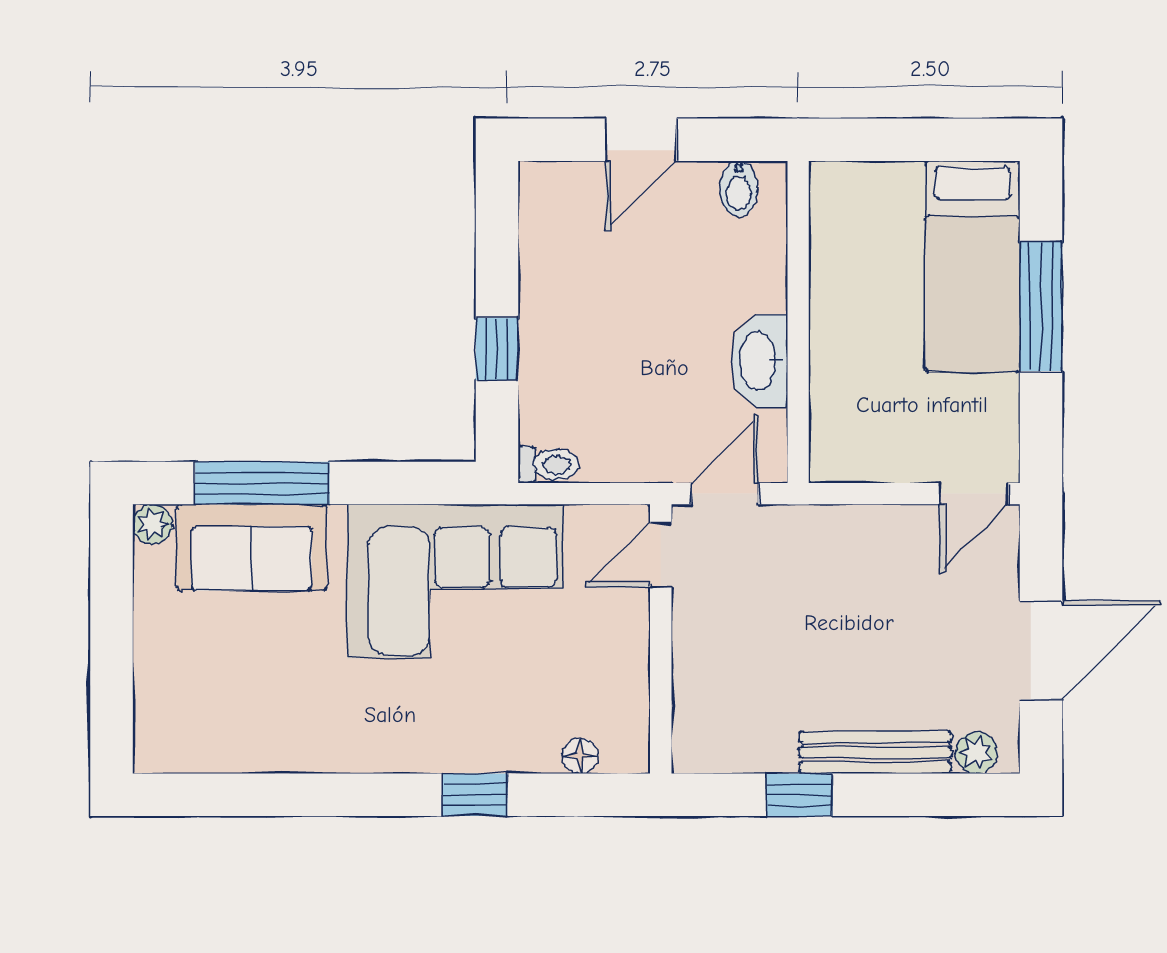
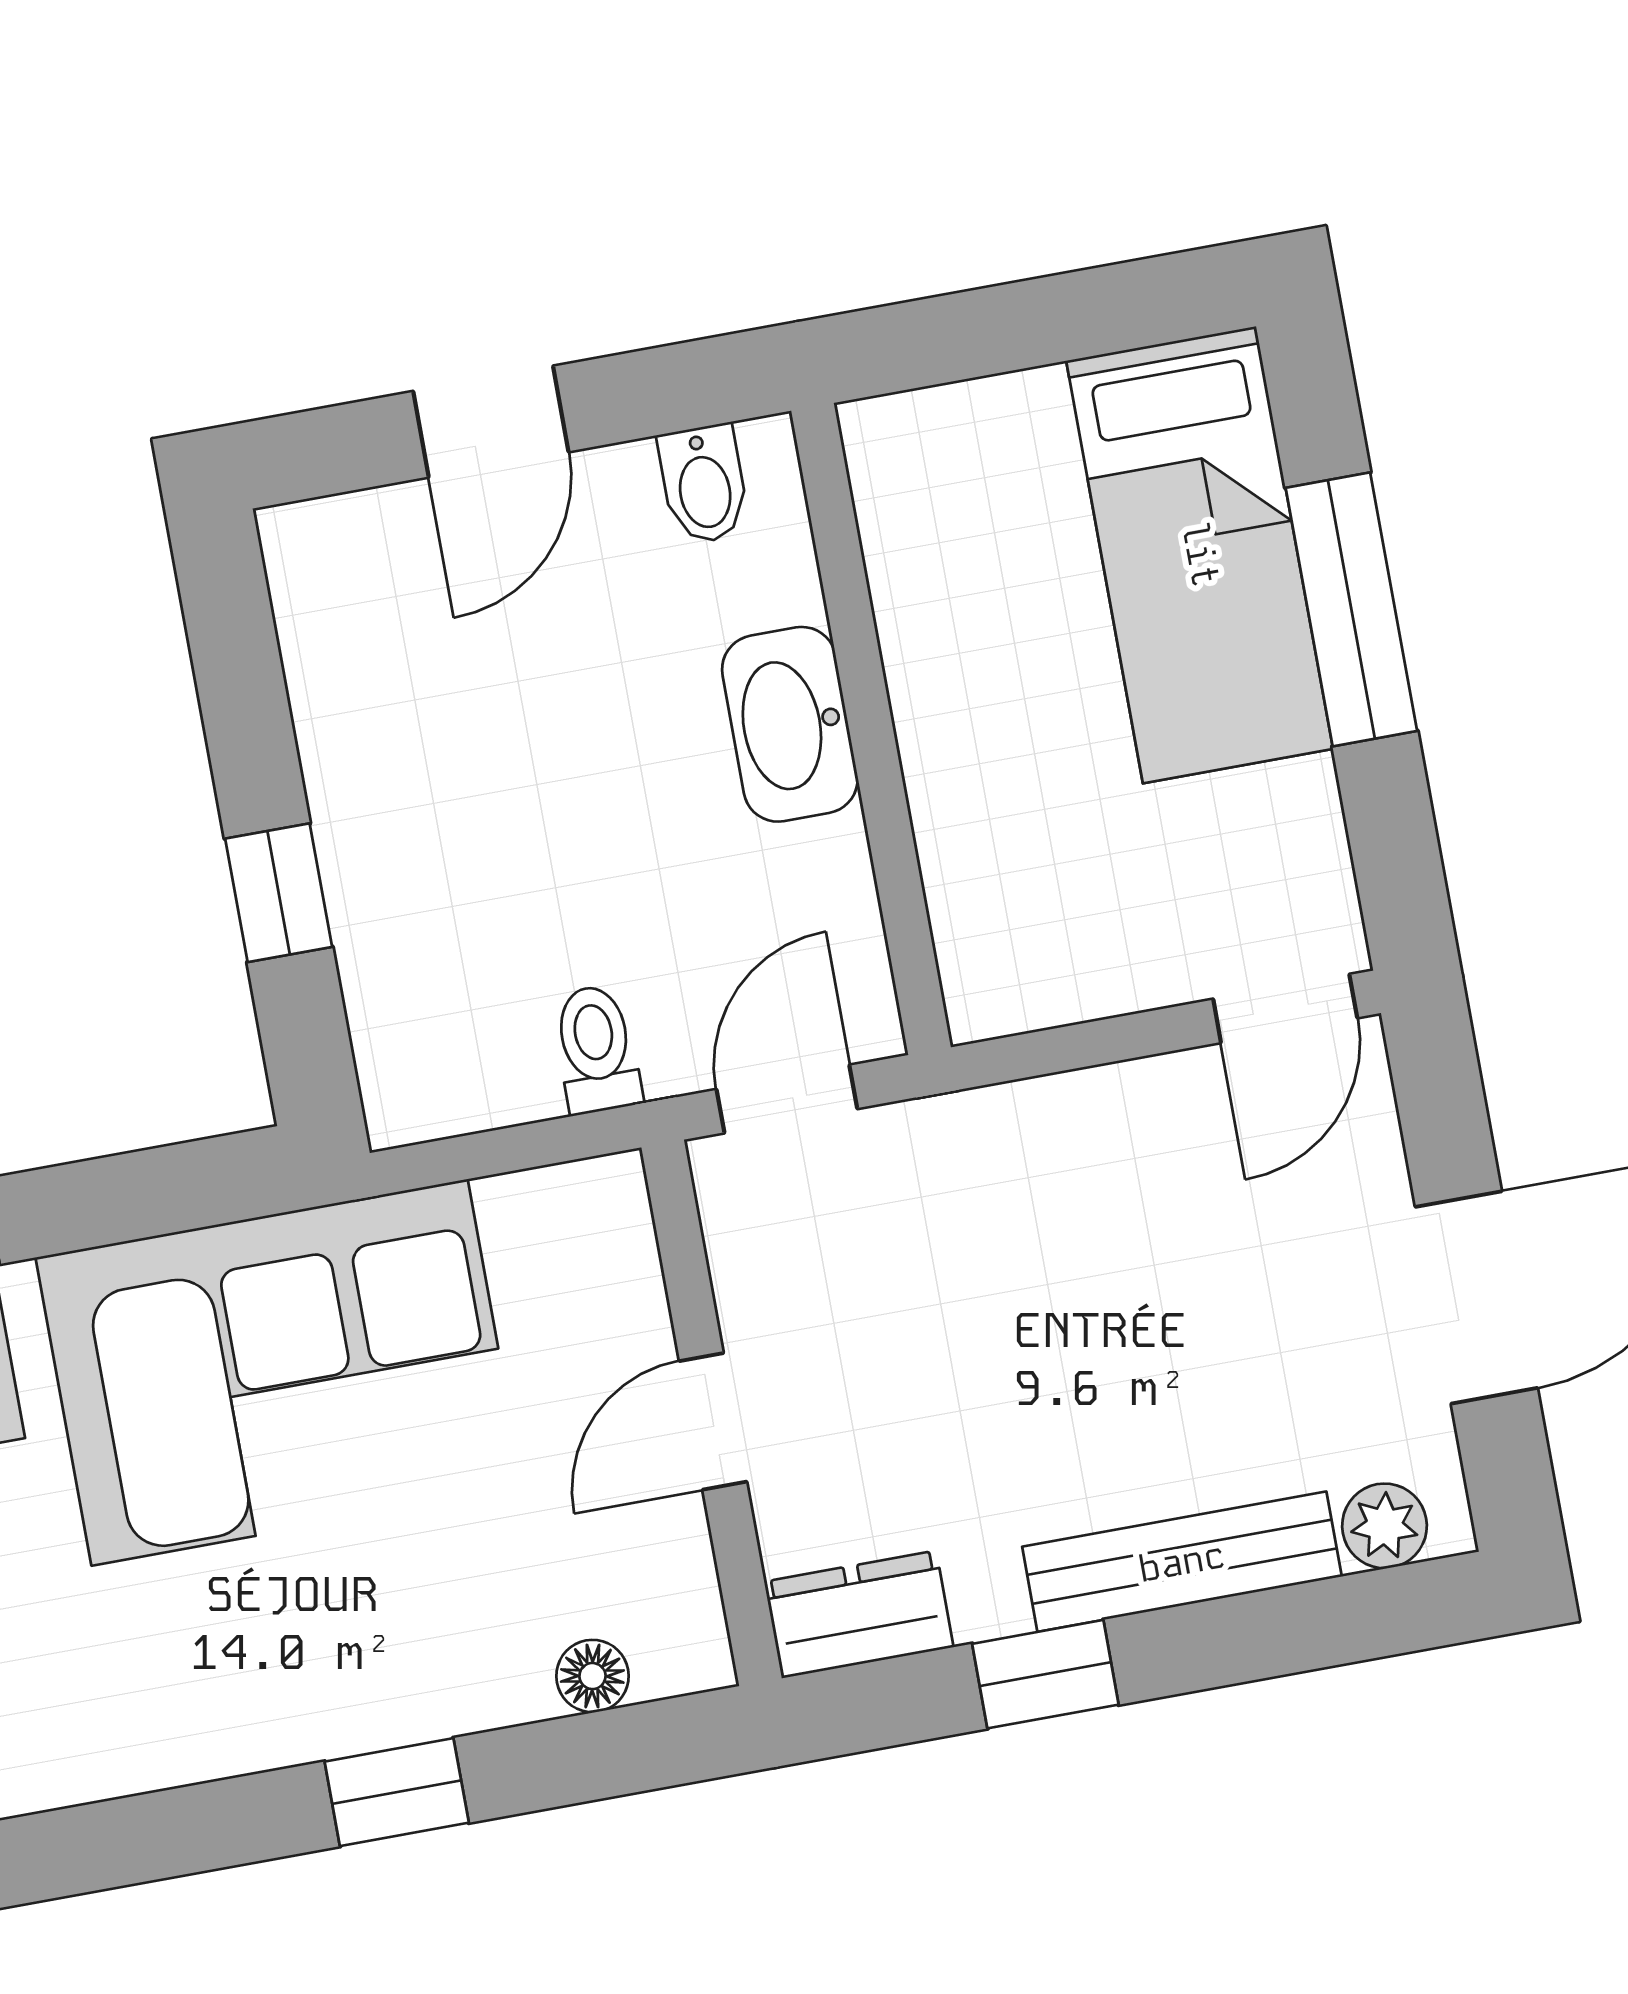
washbasin: (759, 361) -> (790, 724), moved
toilet: (548, 464) -> (596, 1049), moved, turned -90
door: (661, 555) -> (713, 1421), moved
dresser: (714, 749) -> (859, 1614), added

